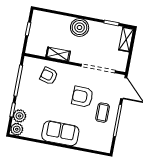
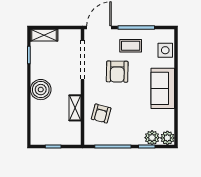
side table: (93, 142) -> (165, 50), added

